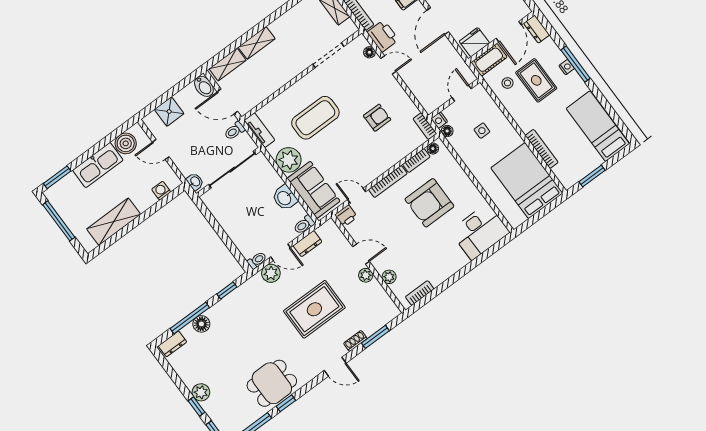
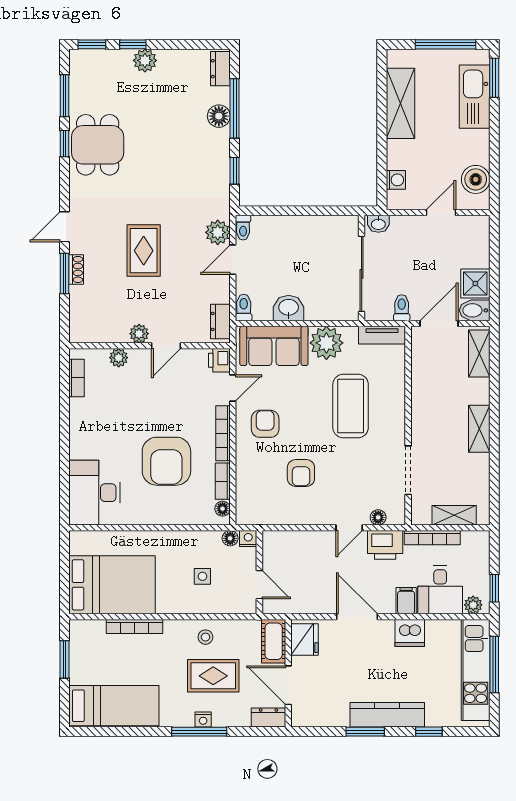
shelving: (257, 43) -> (479, 429), moved
stool: (508, 83) -> (205, 637), moved
shower: (169, 111) -> (475, 284), moved
bookcase: (425, 126) -> (253, 518), removed
armchair: (364, 161) -> (265, 424), added
kitchen sink: (98, 165) -> (475, 97), moved
armchair: (429, 203) -> (166, 461), turned 180
dresser: (308, 244) -> (220, 321), moved
rug: (314, 309) -> (144, 251), width x0.73, depth x0.70
window: (375, 337) -> (64, 273), moved

